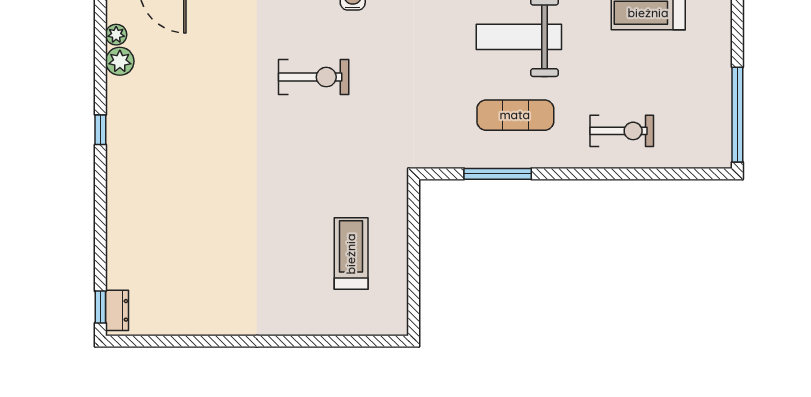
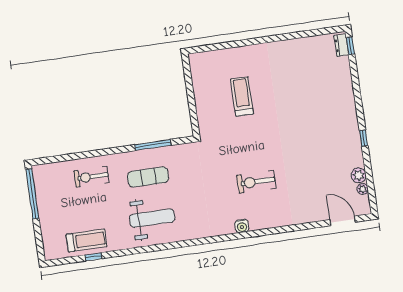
treadmill: (351, 254) -> (242, 97), moved, turned 180

